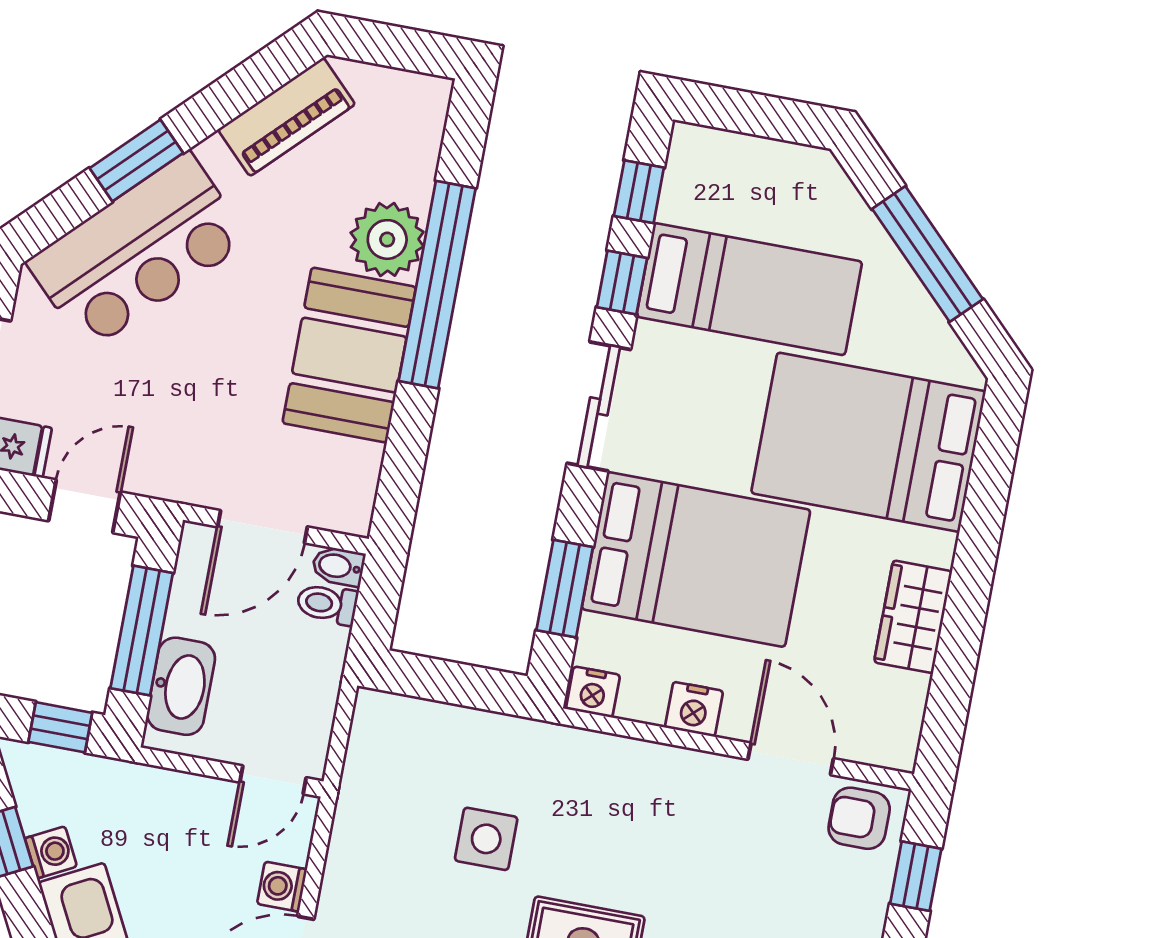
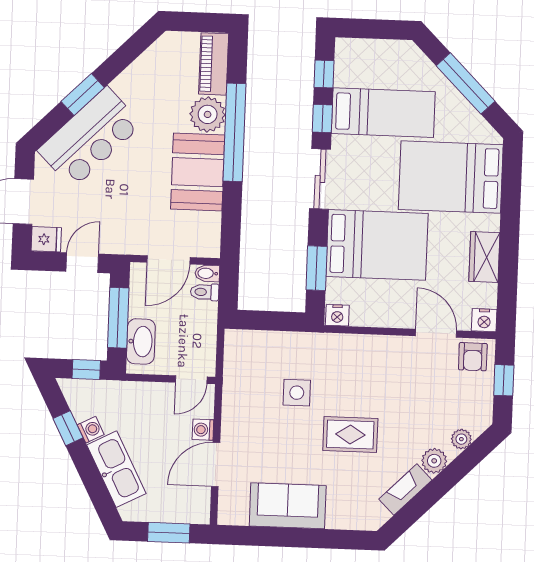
piano: (287, 117) -> (214, 64), moved, turned 135
nightstand: (694, 709) -> (484, 320), moved
armchair: (859, 818) -> (473, 357), turned -90

